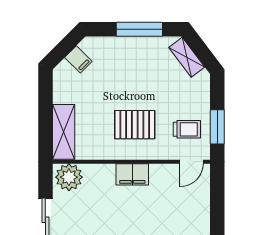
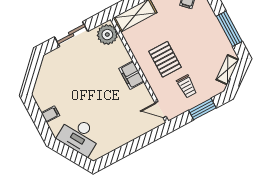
window: (217, 127) -> (202, 109), moved
trolley: (187, 129) -> (187, 86), moved

